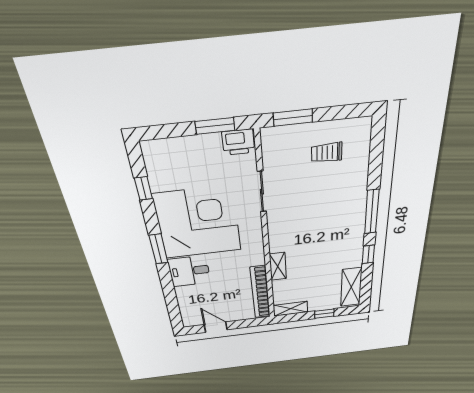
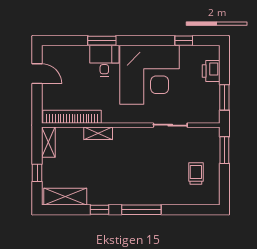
printer: (238, 142) -> (211, 71), moved
window: (158, 249) -> (102, 41), moved
door: (216, 327) -> (37, 74), hinge flipped

